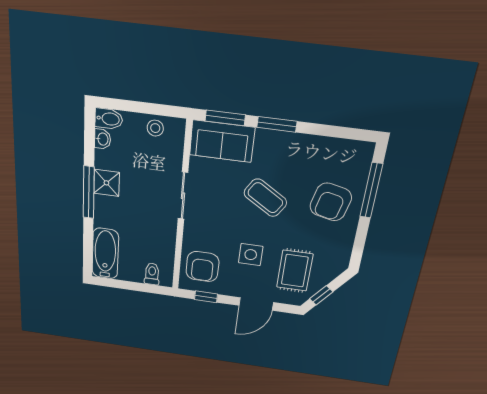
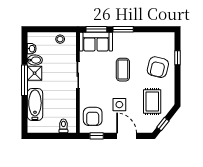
bidet: (109, 119) -> (35, 60), moved
window: (371, 190) -> (178, 58), width x0.46
coffee table: (265, 198) -> (123, 70), turned 58
bathtub: (105, 254) -> (35, 105), moved
rug: (295, 271) -> (152, 102), moved
door: (256, 304) -> (127, 136), swing flipped

